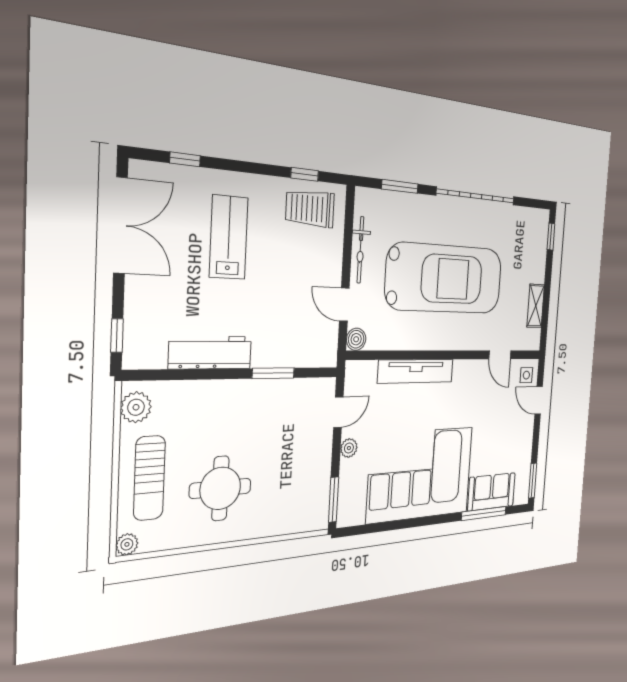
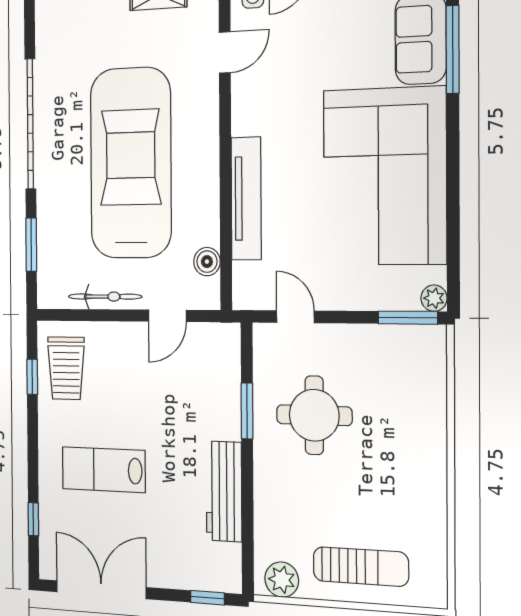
boiler: (356, 339) -> (207, 262), moved
plant: (349, 448) -> (434, 298), moved
round table: (220, 488) -> (314, 415), moved
plant: (127, 544) -> (435, 595), removed

